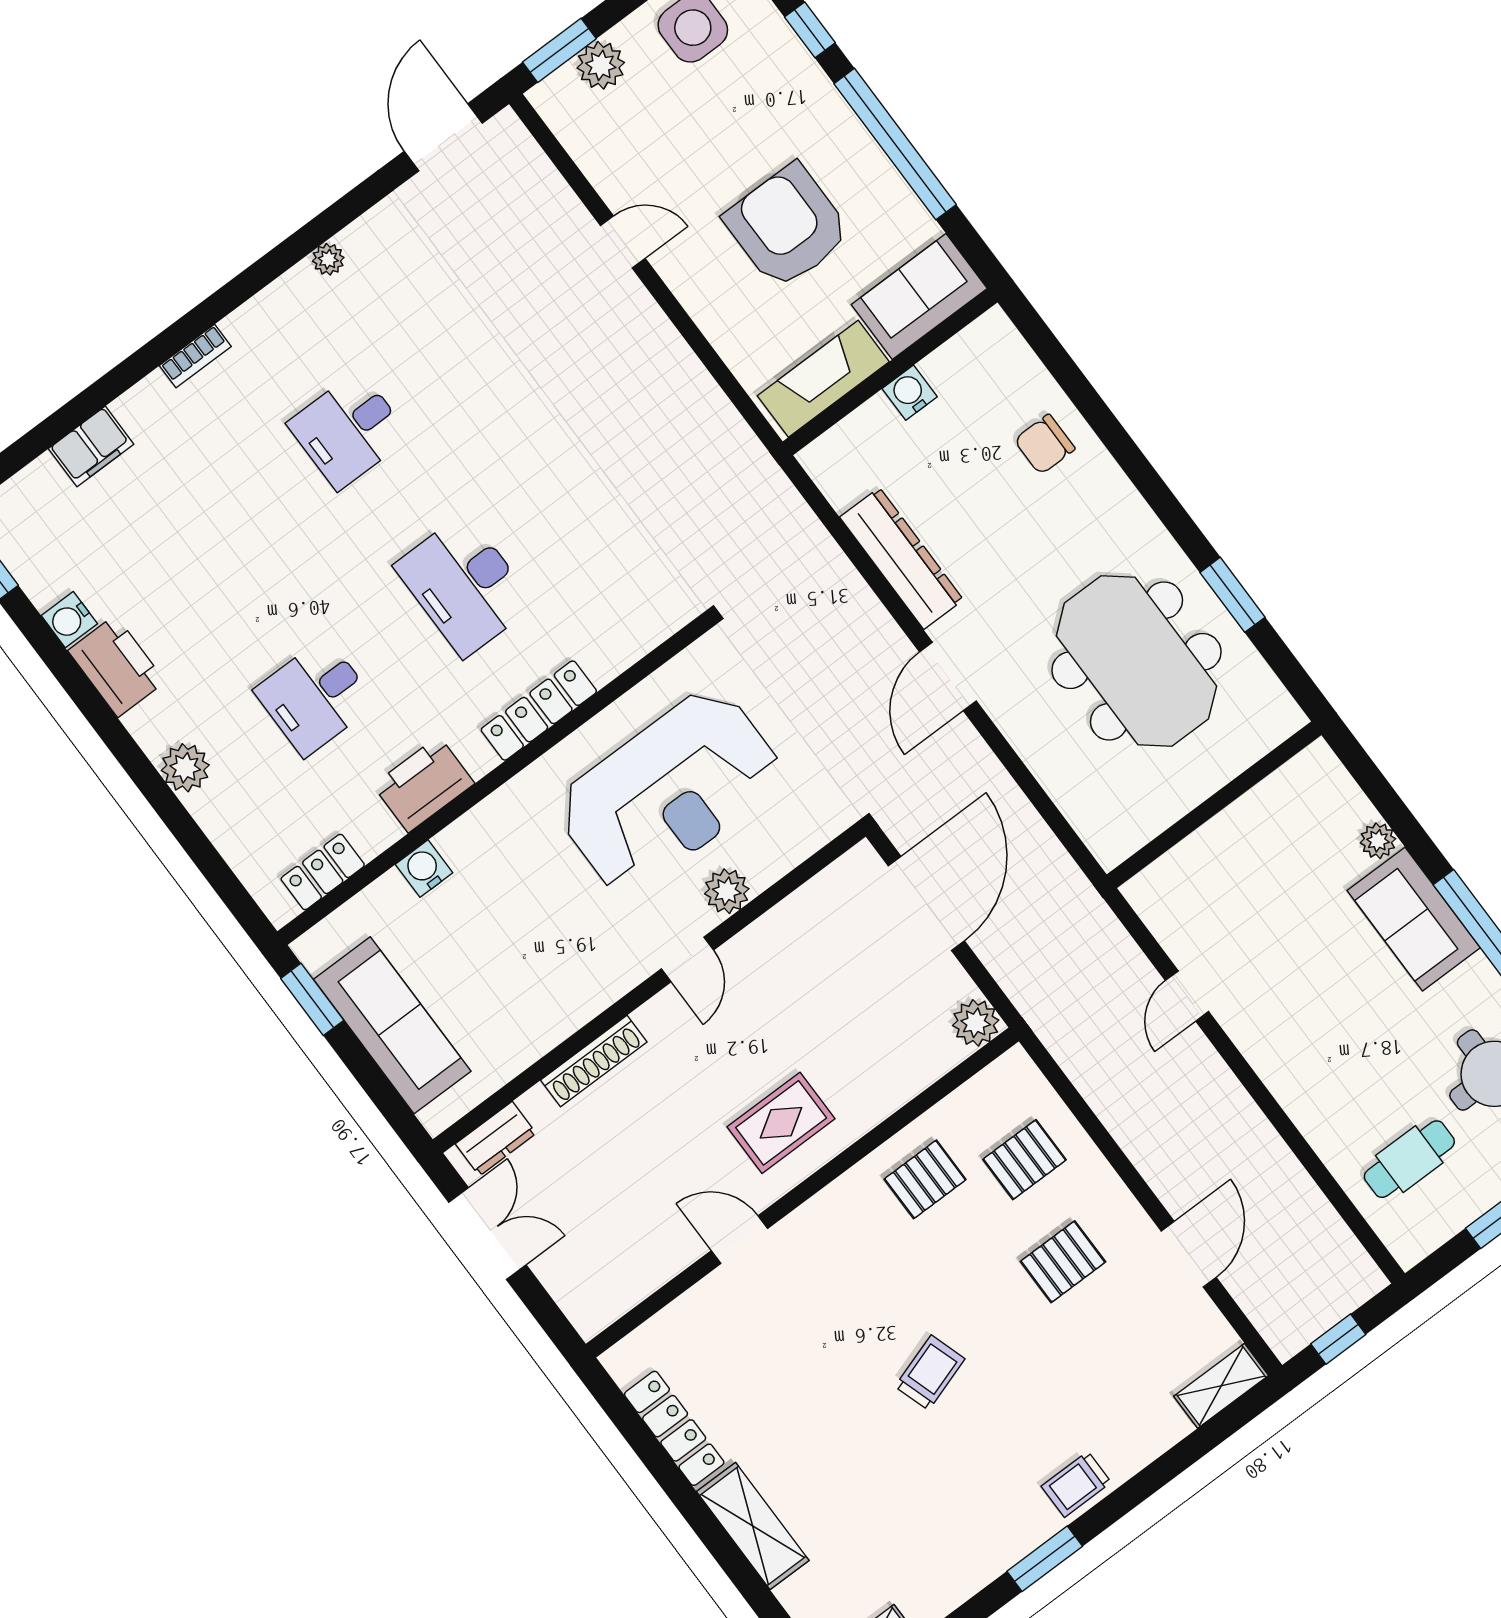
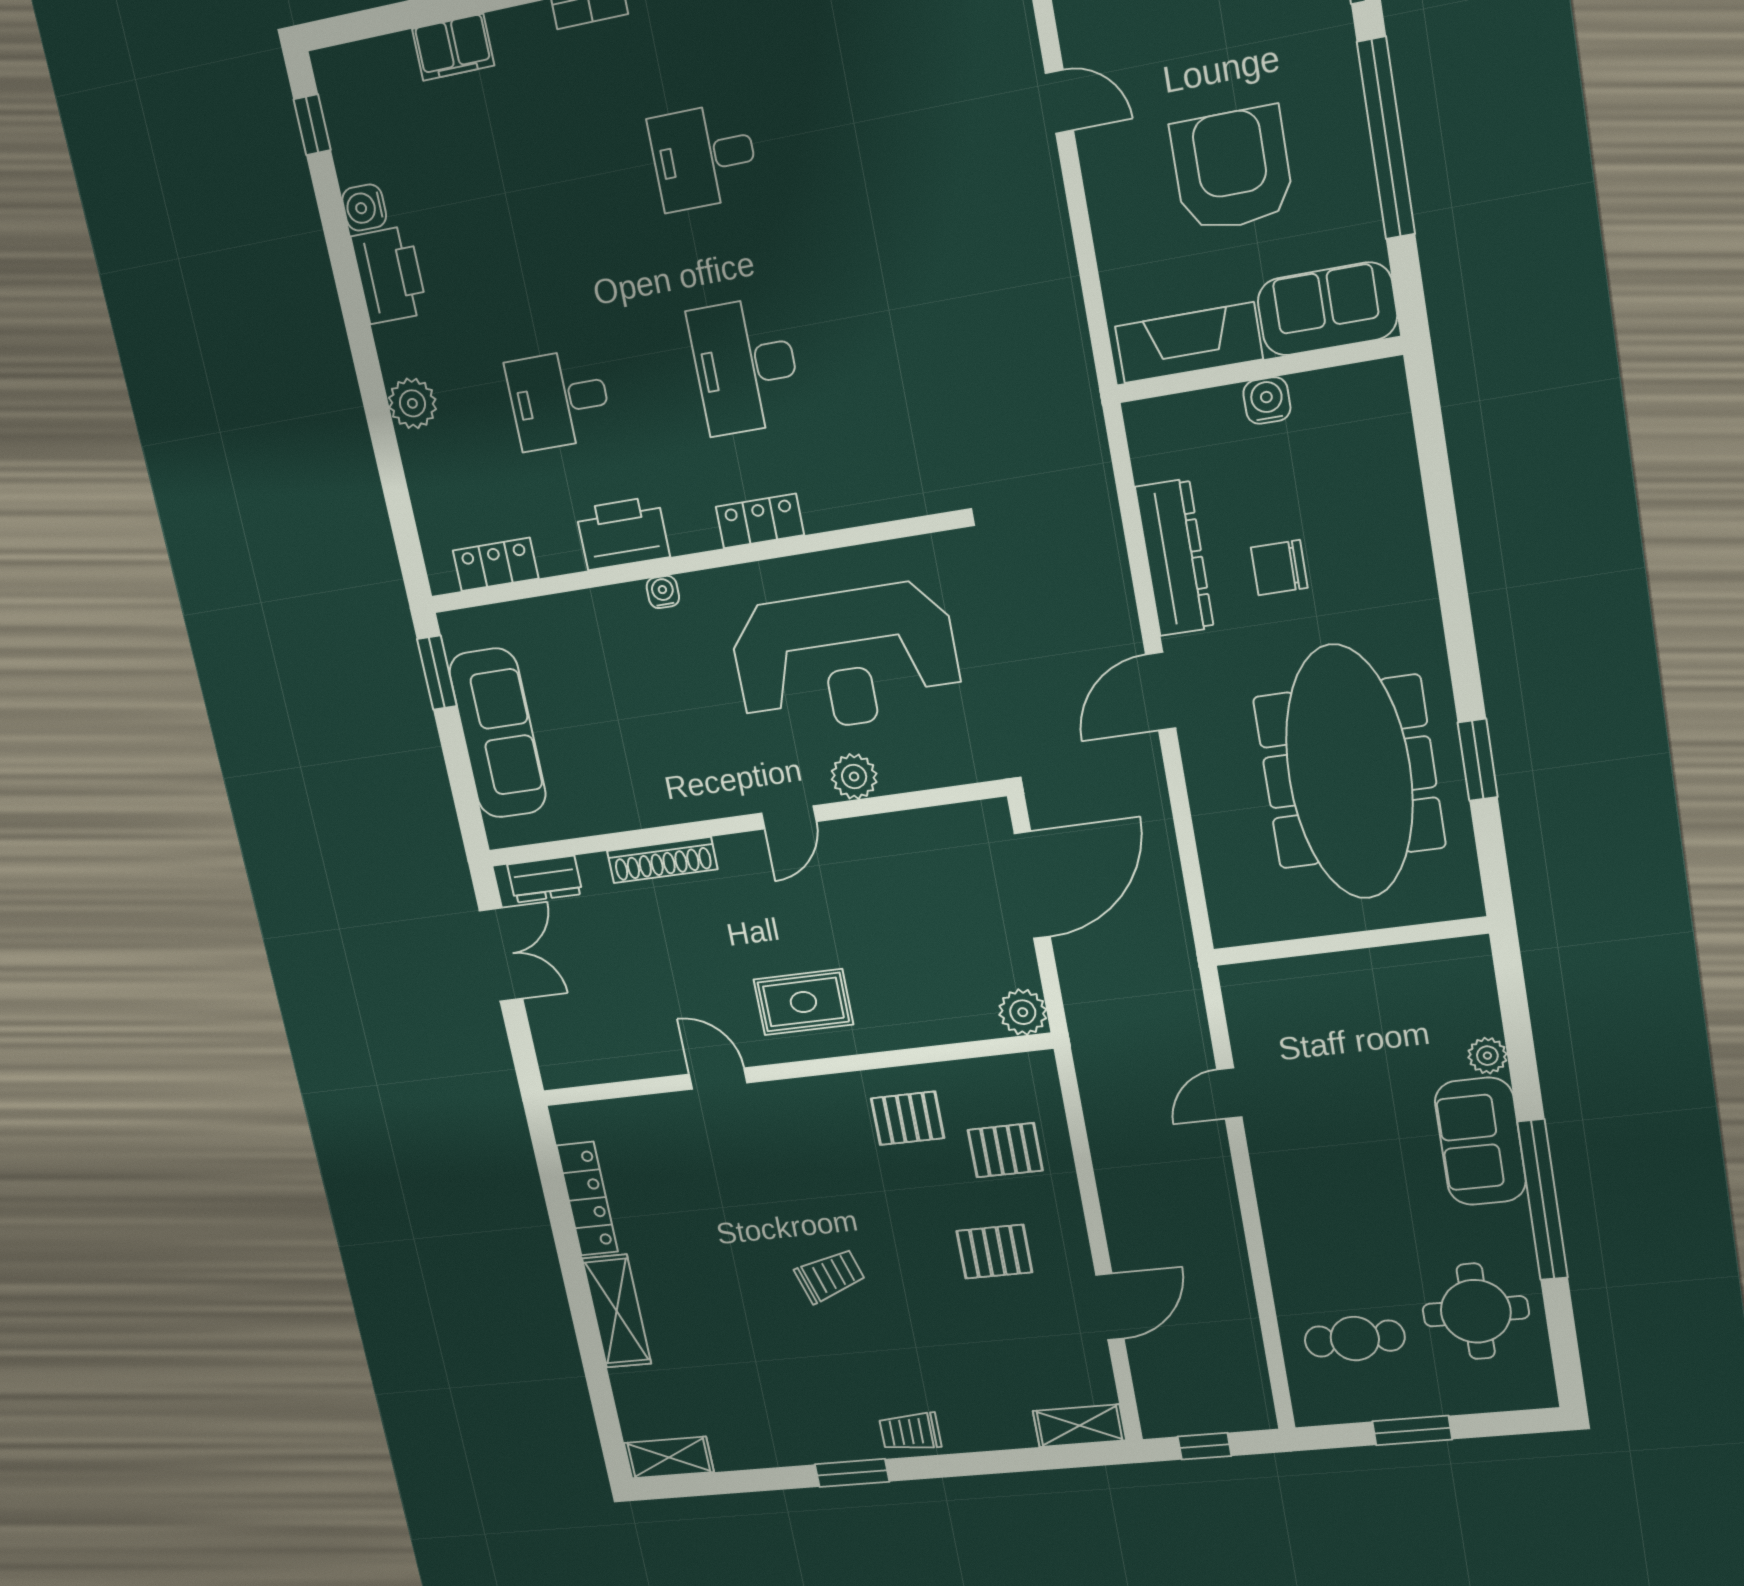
chair: (1045, 444) -> (1279, 568), moved
meeting table: (1136, 661) -> (1349, 772), width x1.36
locker: (539, 711) -> (760, 521), width x0.66
water cooler: (424, 869) -> (663, 592), moved, width x0.72, depth x0.72

